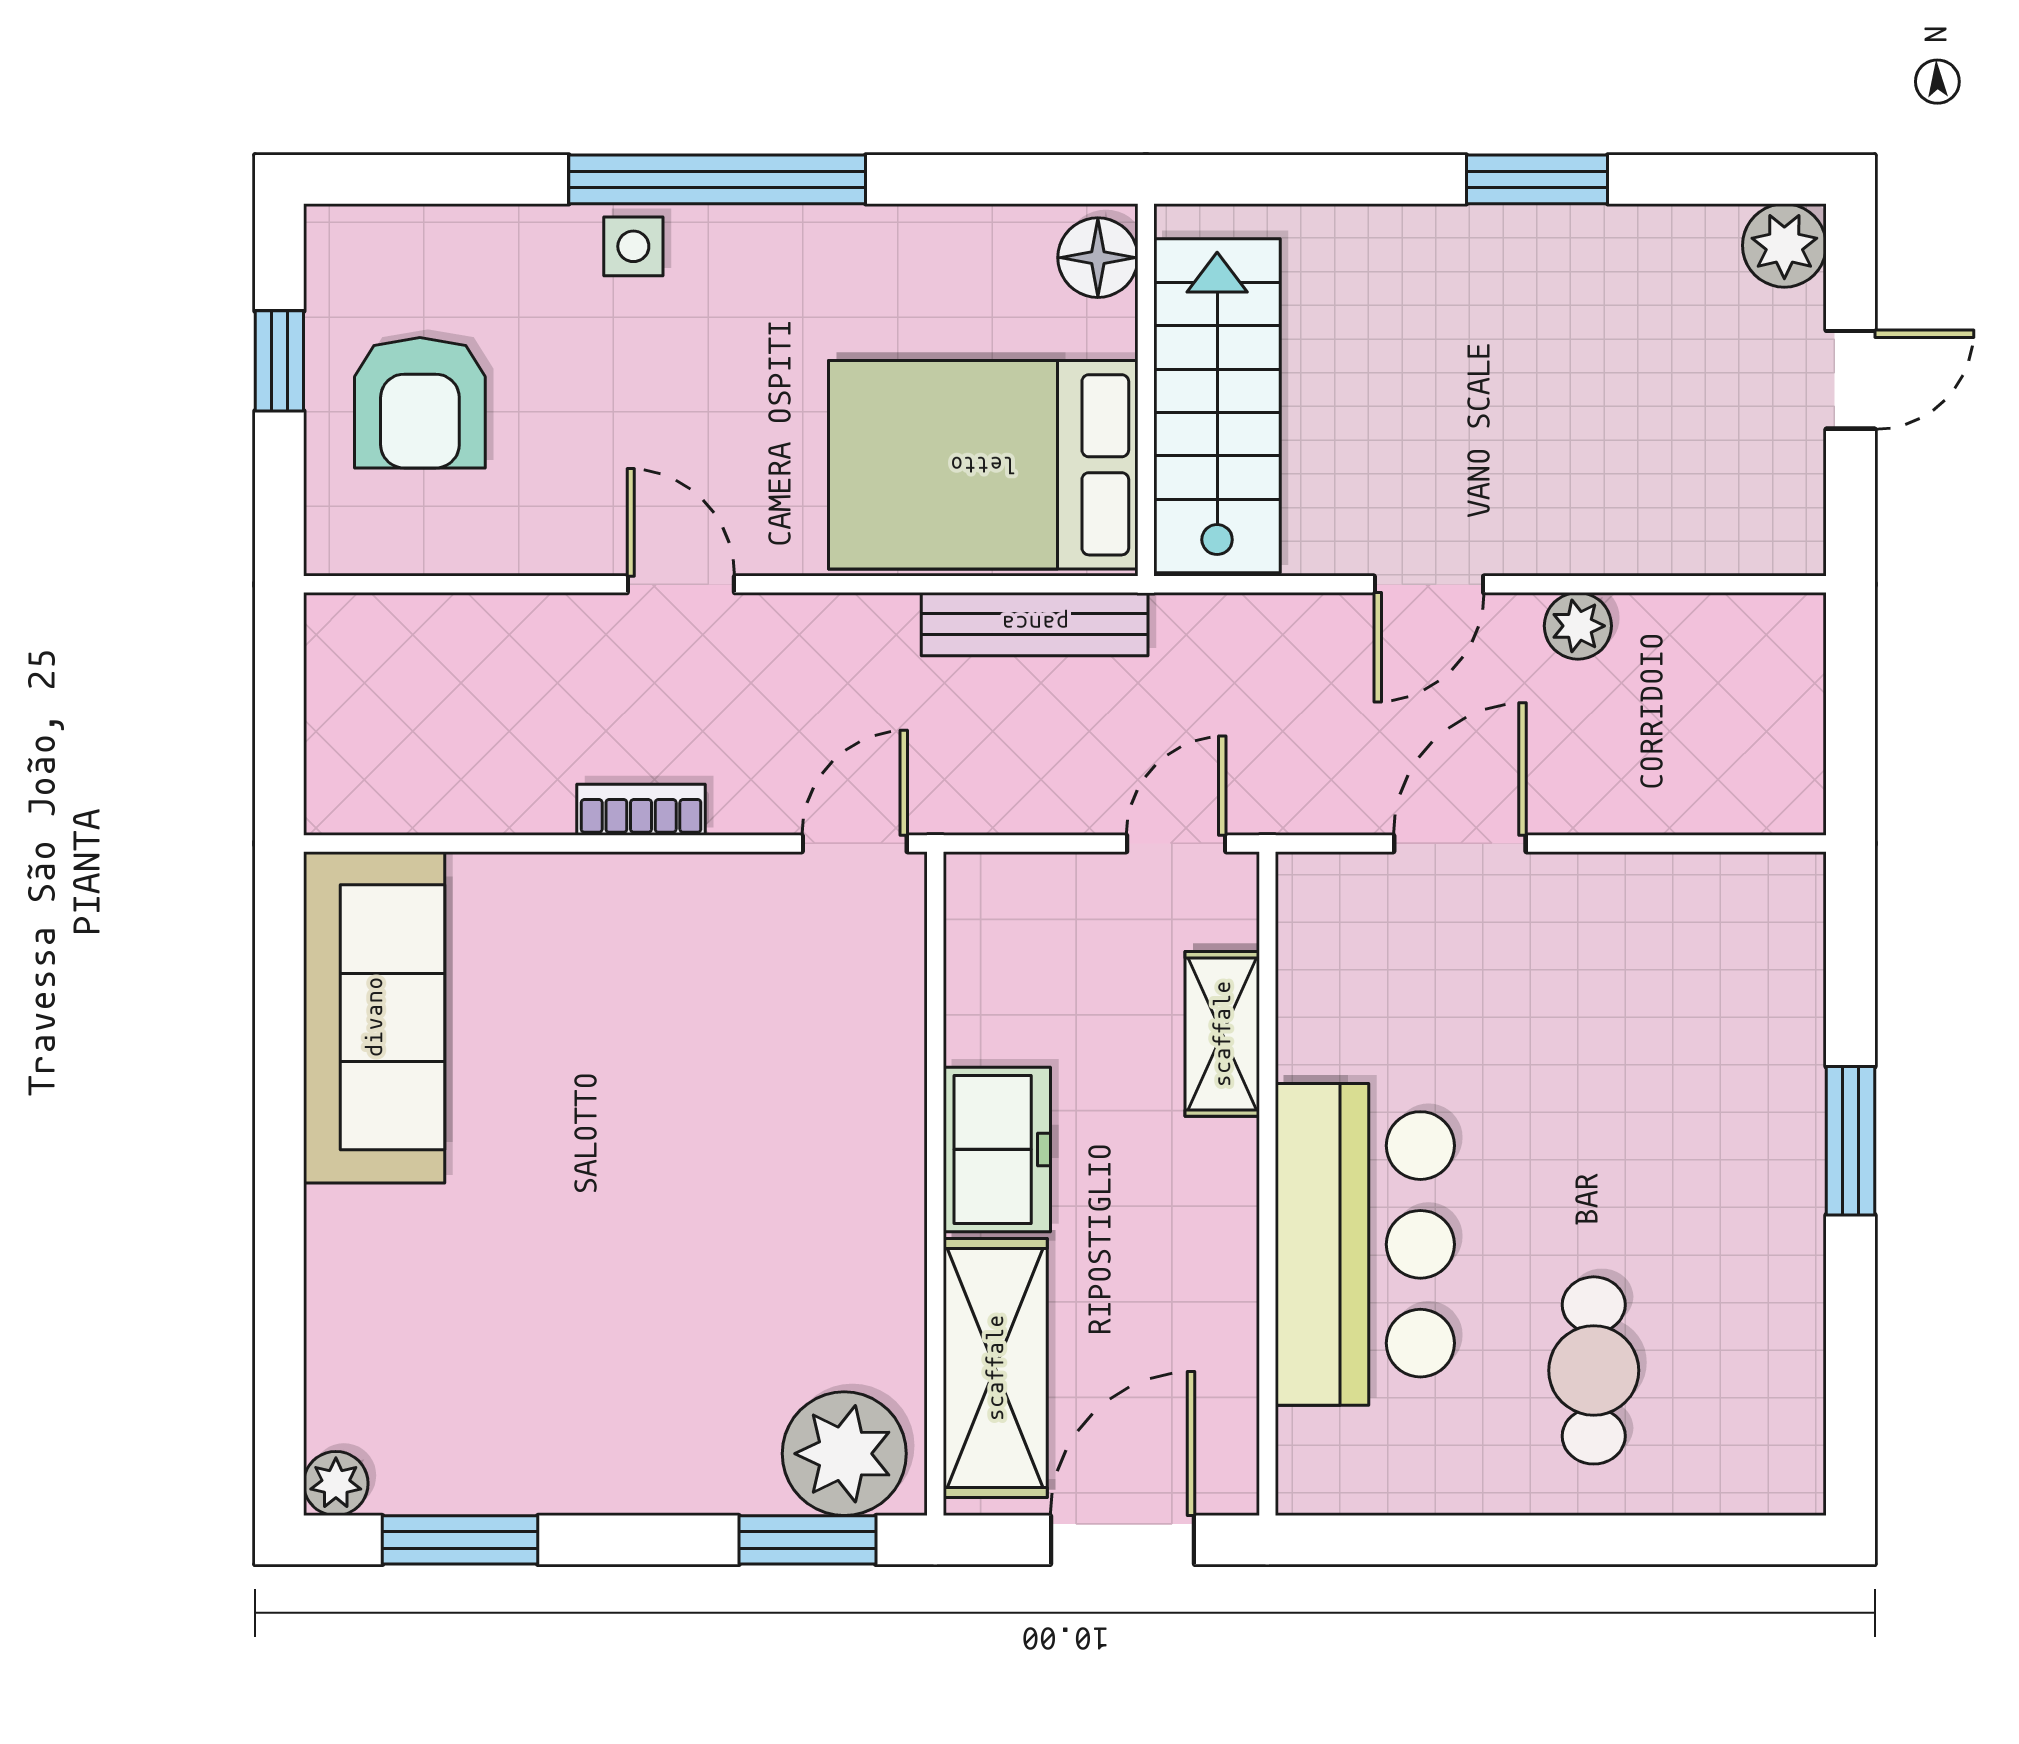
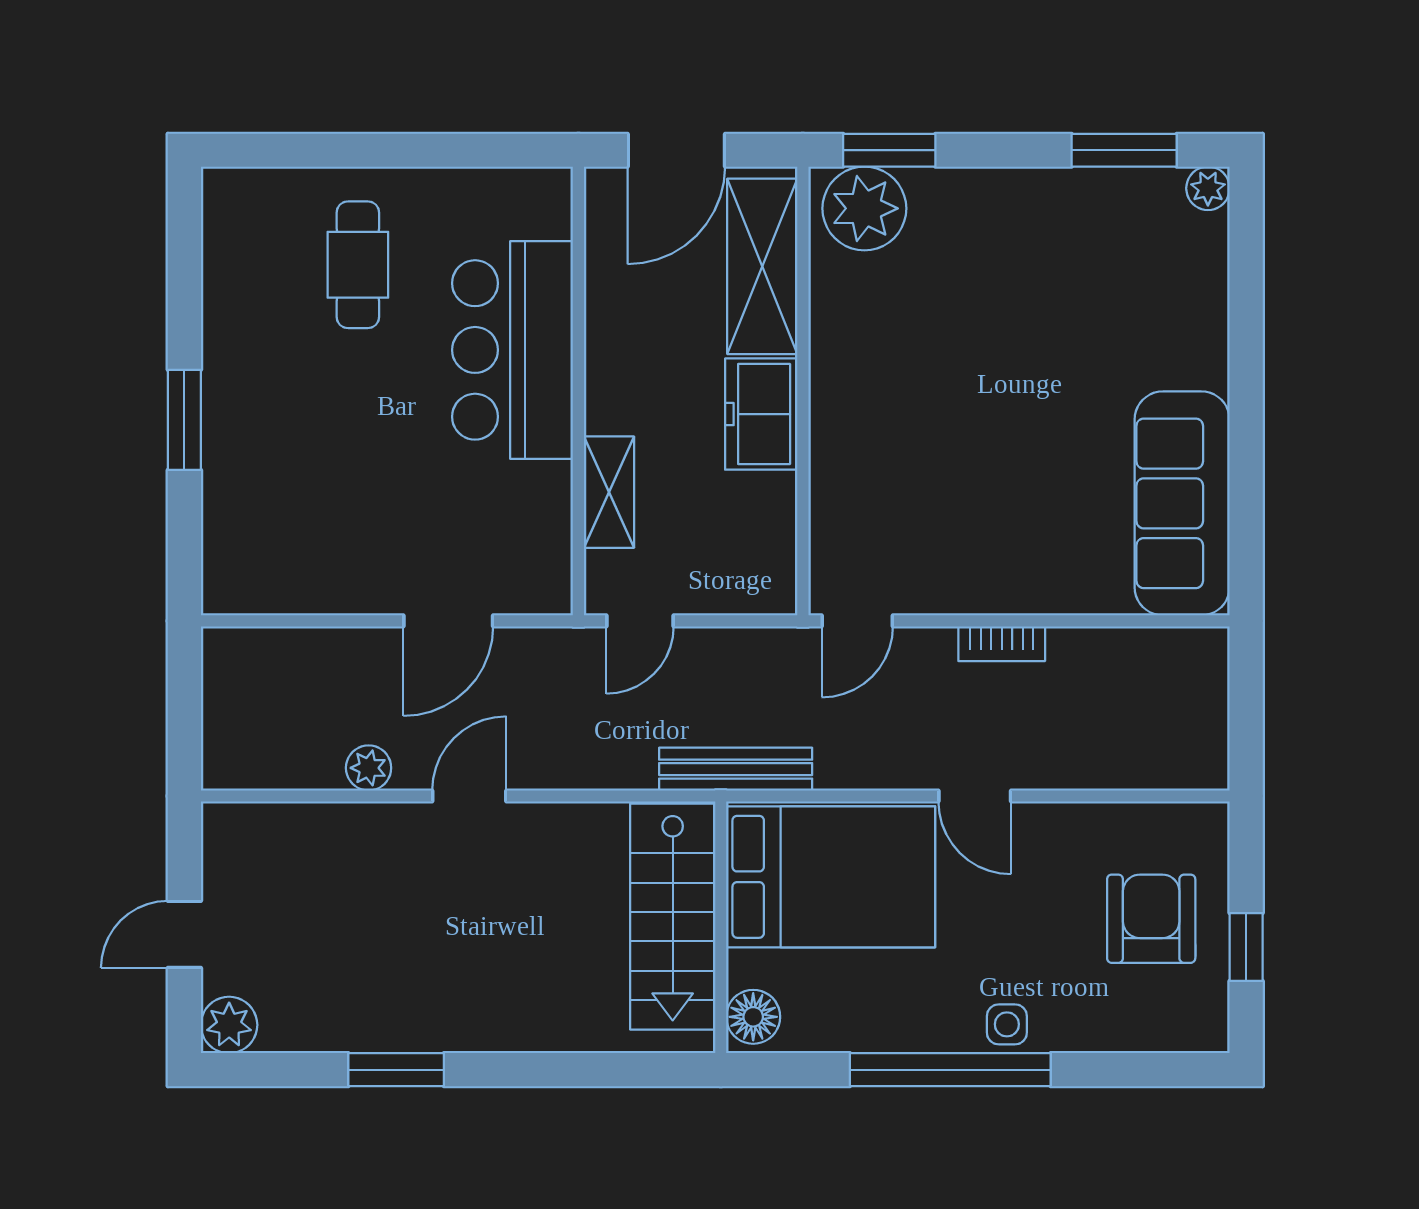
floor lamp: (1098, 258) -> (753, 1017), moved
wall: (1146, 390) -> (721, 927), moved
stairs: (1217, 406) -> (673, 917), moved
bed: (983, 465) -> (831, 877), moved

